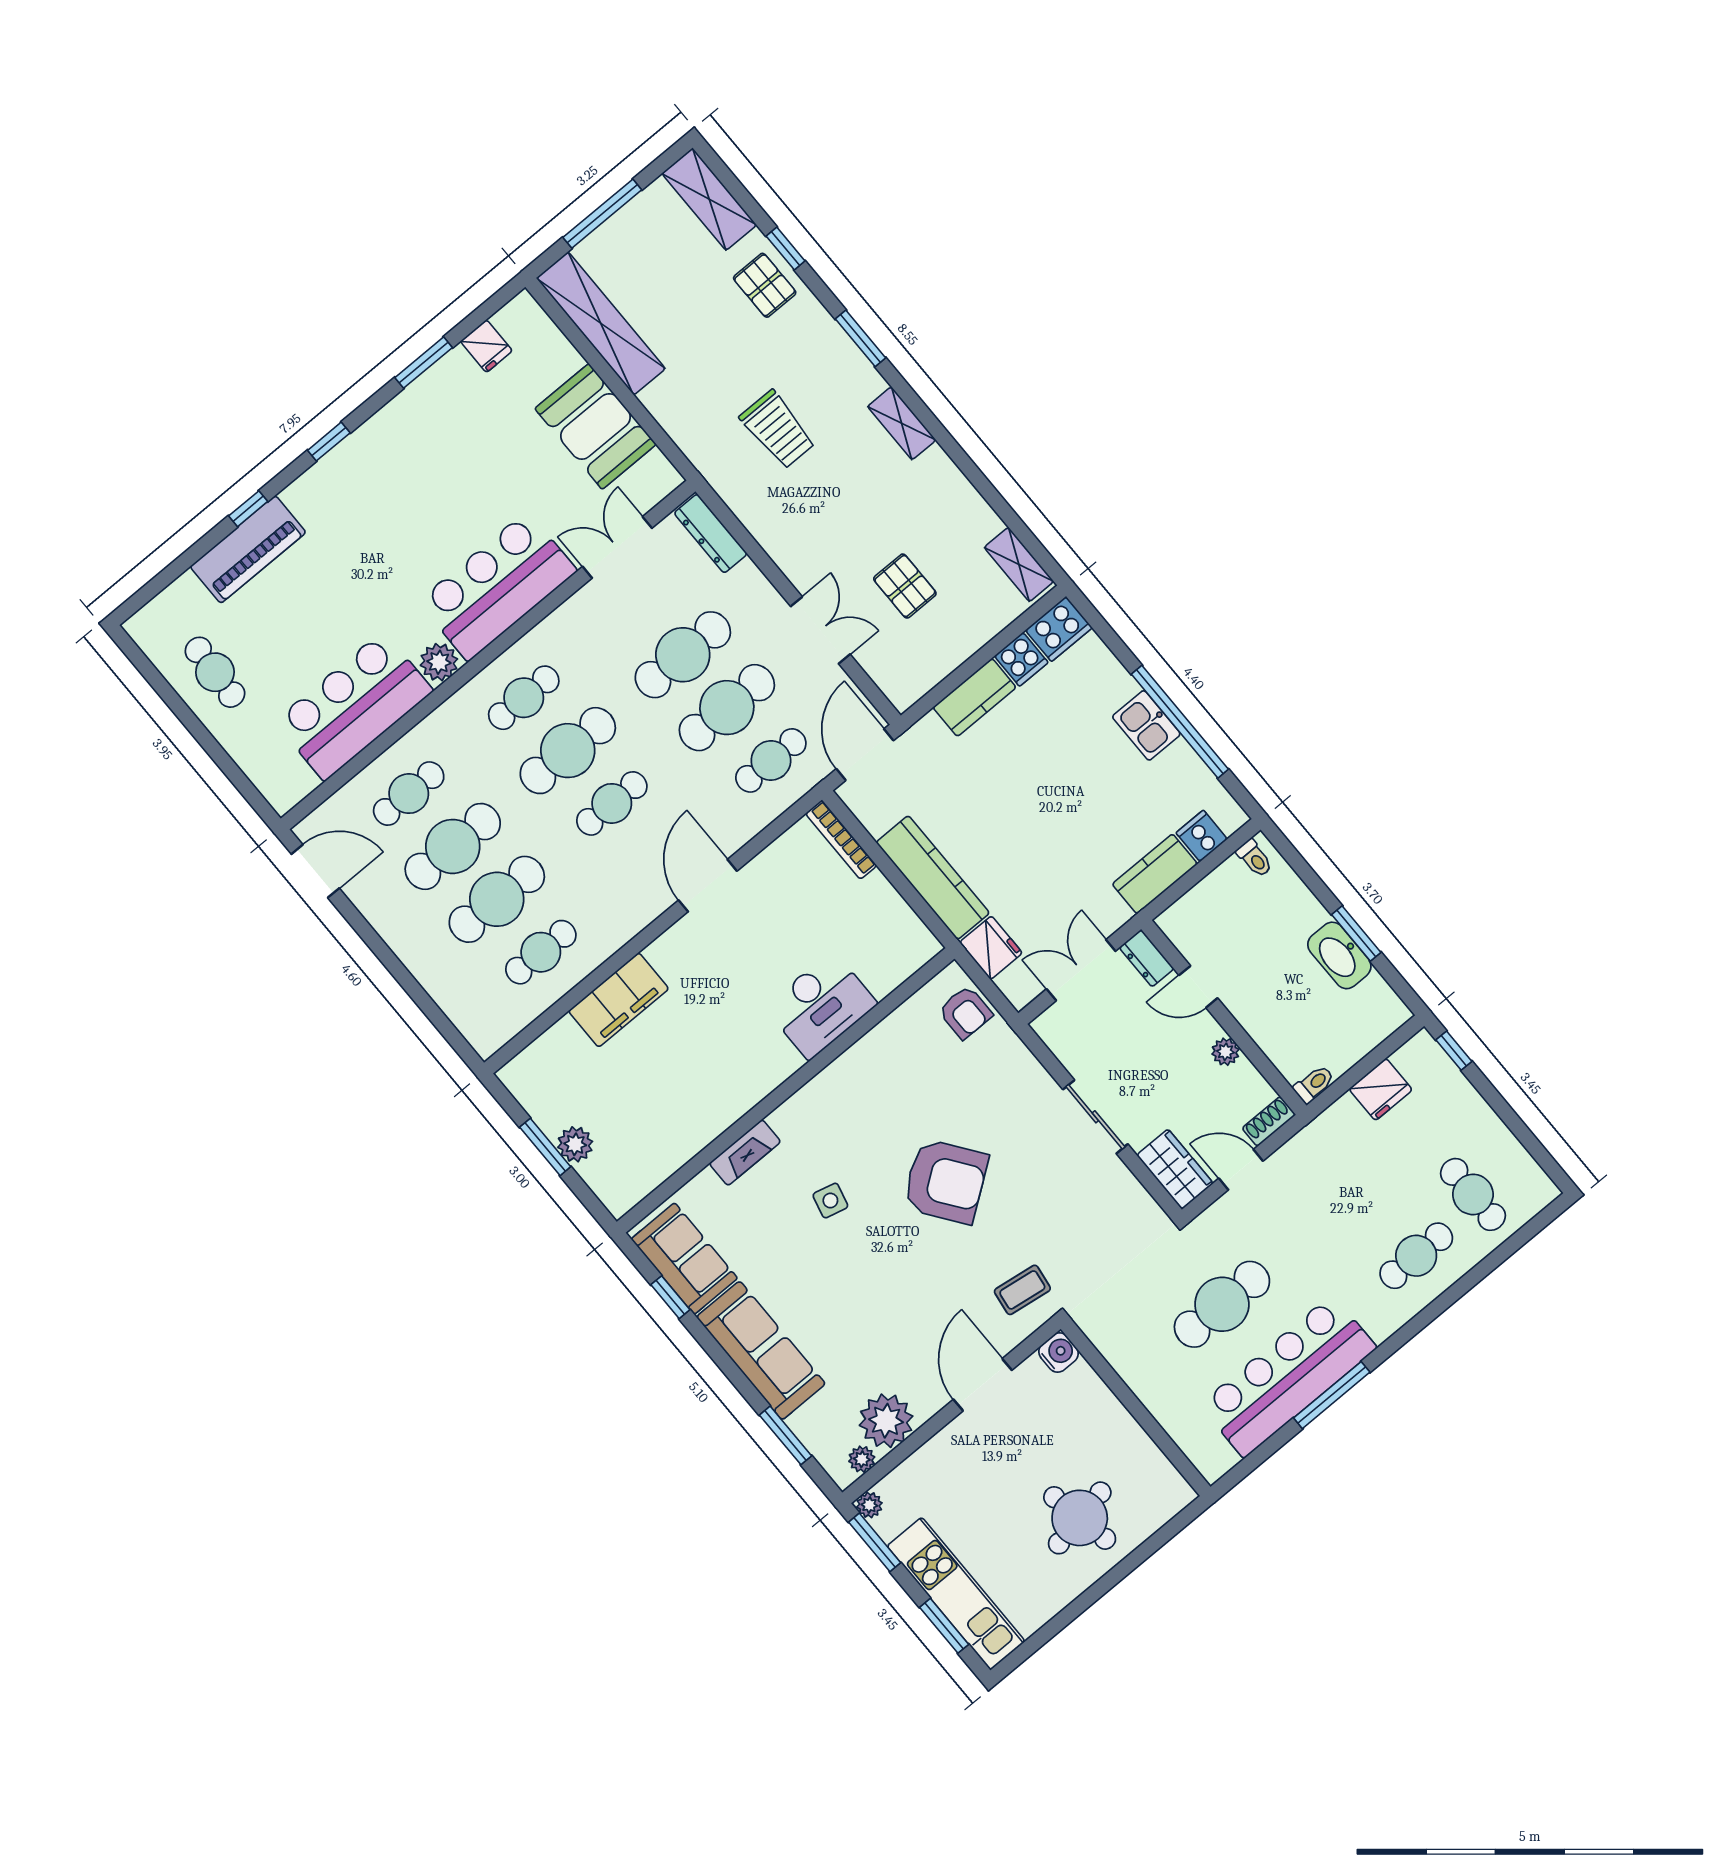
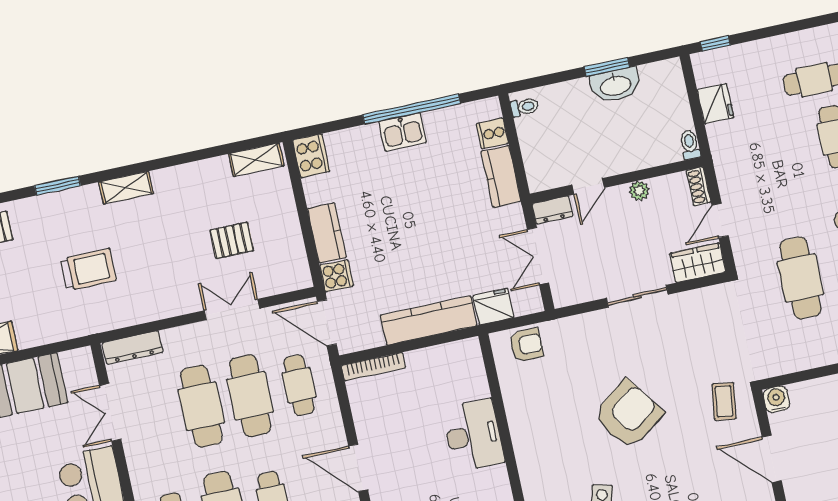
cooker: (1021, 659) -> (336, 276), moved

